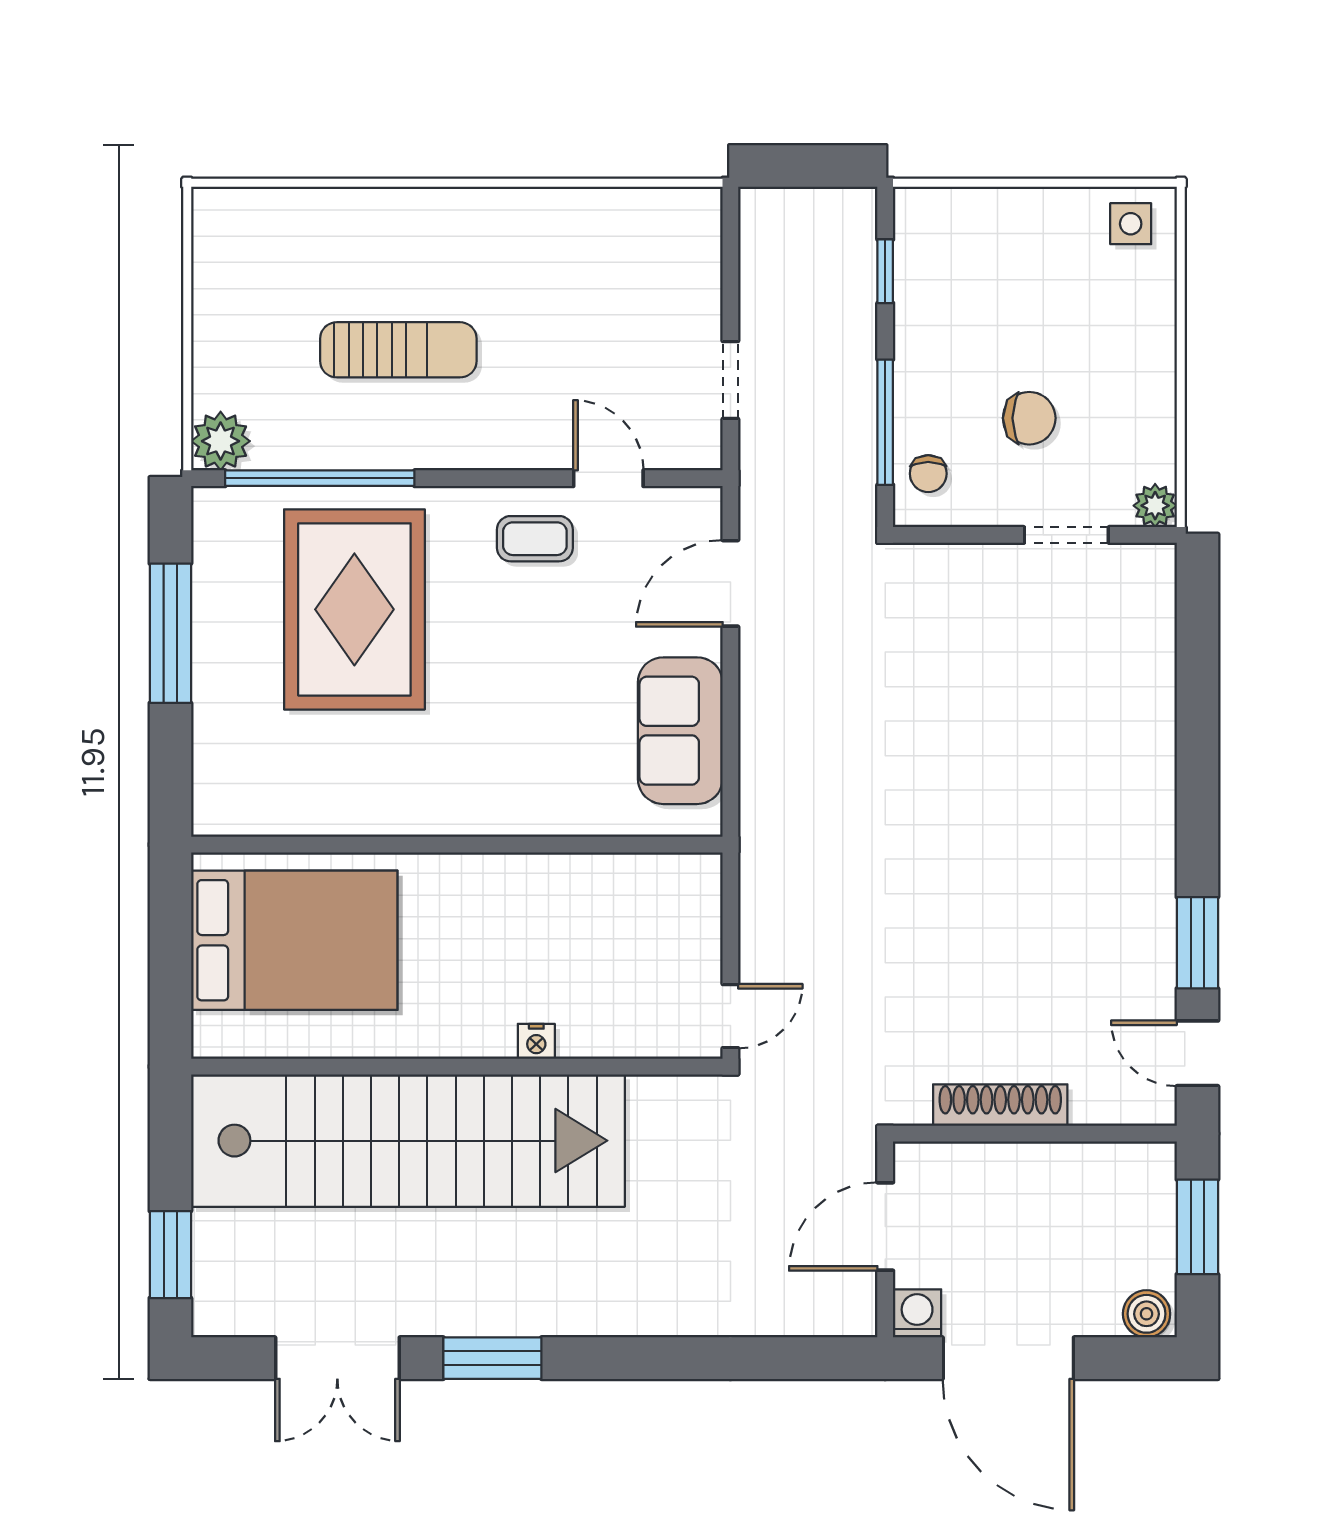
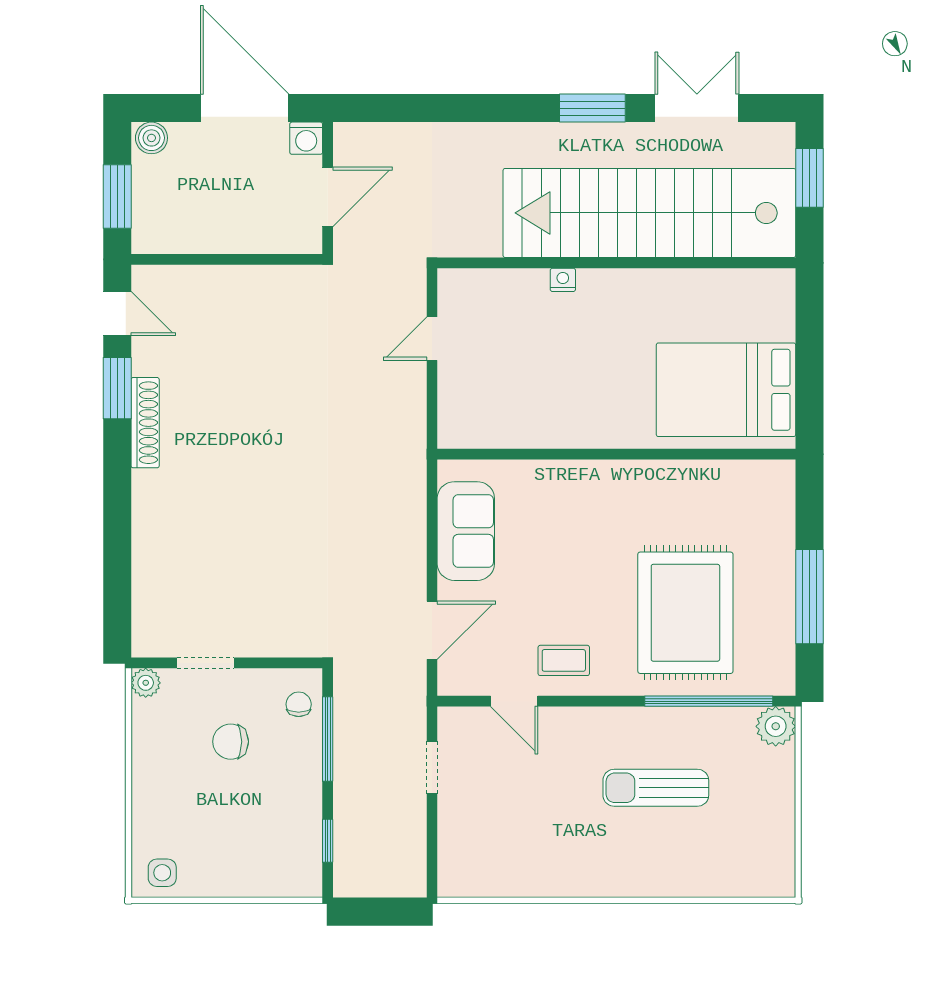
nightstand: (536, 1041) -> (563, 280), moved
wall: (457, 1067) -> (616, 263), moved
shoe rack: (1000, 1105) -> (145, 423), moved, turned -90
stairs: (408, 1141) -> (649, 213), moved

